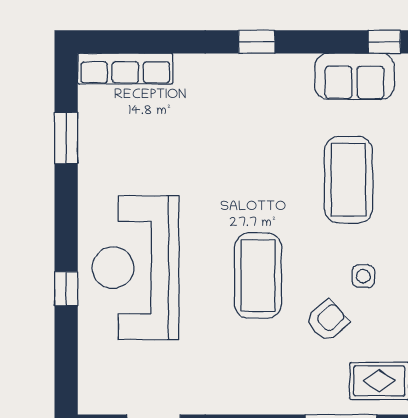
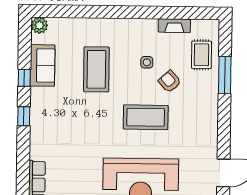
window: (384, 42) -> (24, 78), moved
coffee table: (349, 180) -> (96, 69), turned 90

